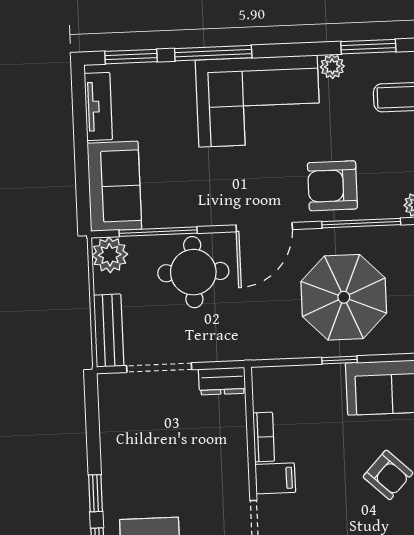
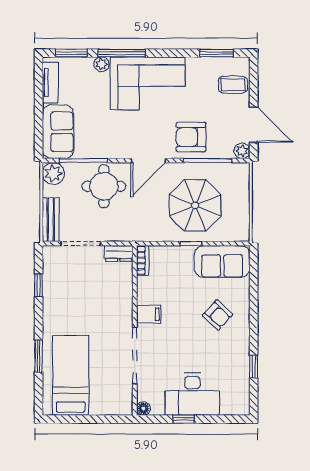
plant: (332, 67) -> (101, 64), moved
bookcase: (264, 437) -> (143, 260), moved
window: (95, 493) -> (39, 285), moved

